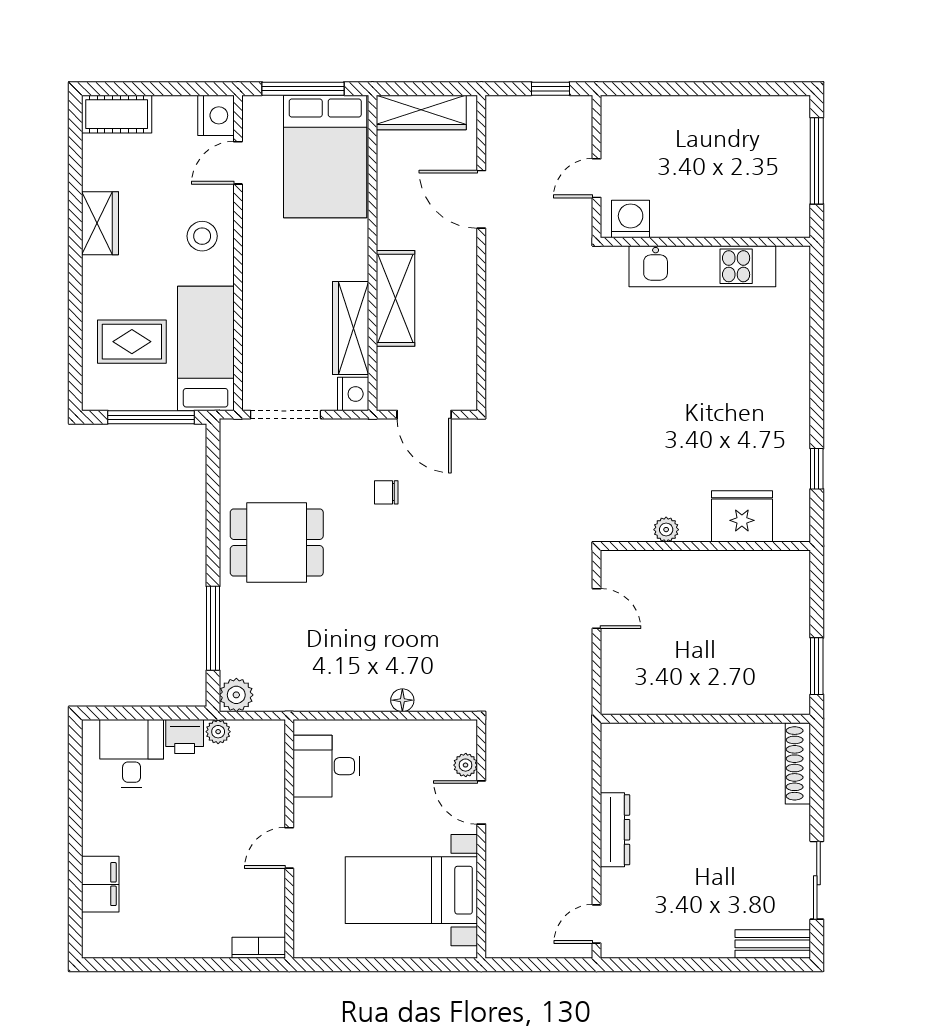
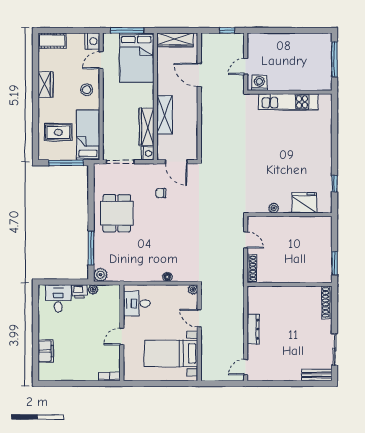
dining table: (277, 542) -> (117, 213), turned 90
shoe rack: (612, 678) -> (252, 268), added
plant: (466, 765) -> (193, 289), moved

